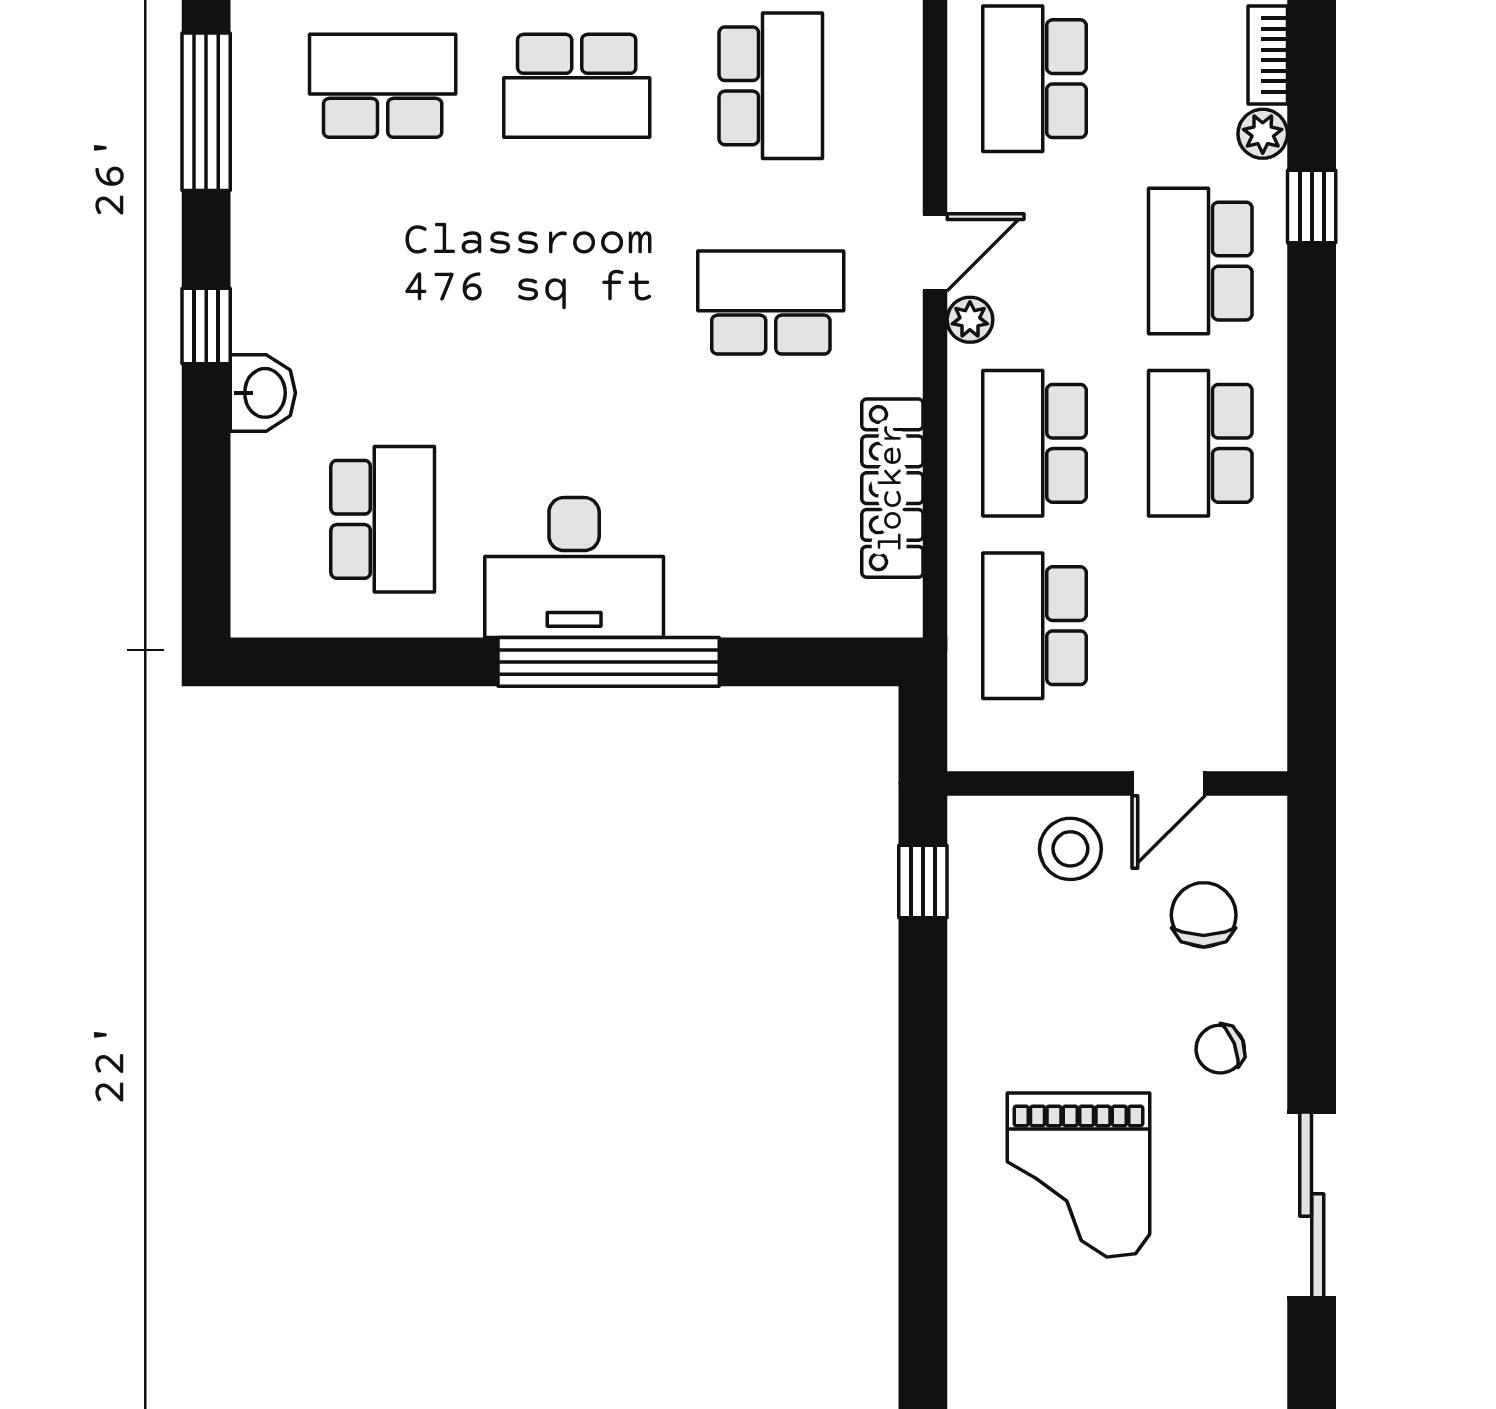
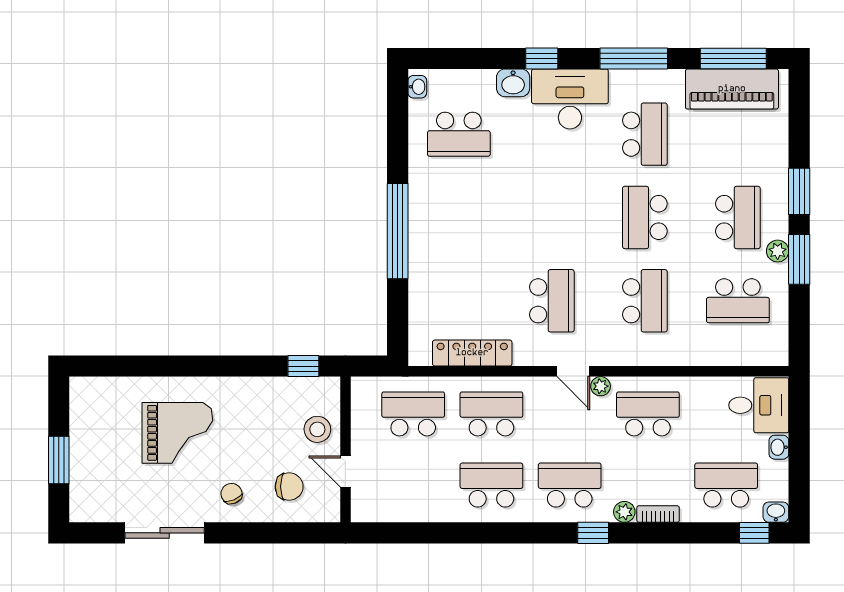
school desk: (771, 86) -> (645, 301), turned -90
plant: (970, 320) -> (601, 386), moved
desk: (574, 568) -> (570, 99), moved, turned 90
washbasin: (272, 616) -> (417, 87), added
grand piano: (1078, 1175) -> (177, 433), turned 180

